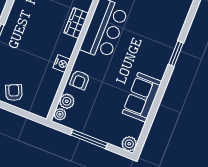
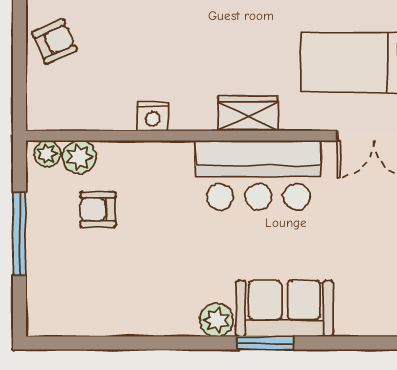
armchair: (80, 80) -> (98, 210), moved
sofa: (142, 97) -> (284, 309), moved
plant: (129, 144) -> (216, 320), moved

